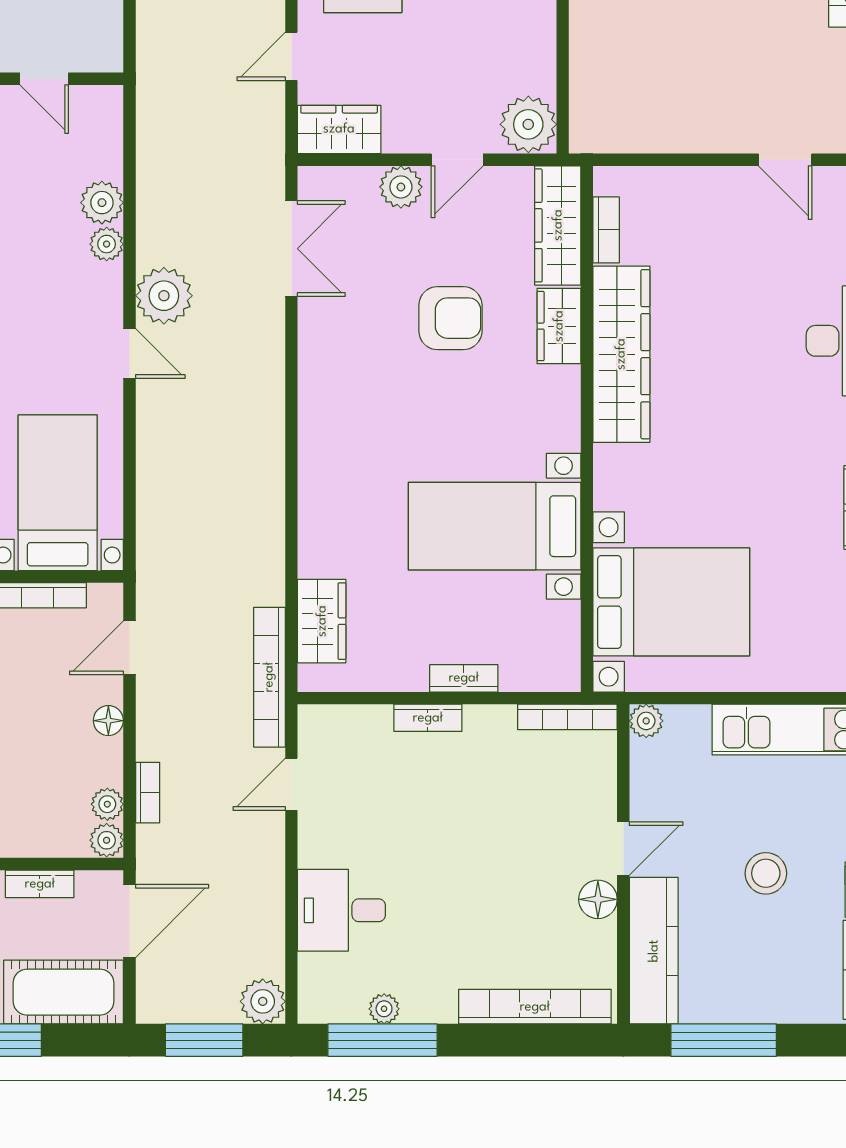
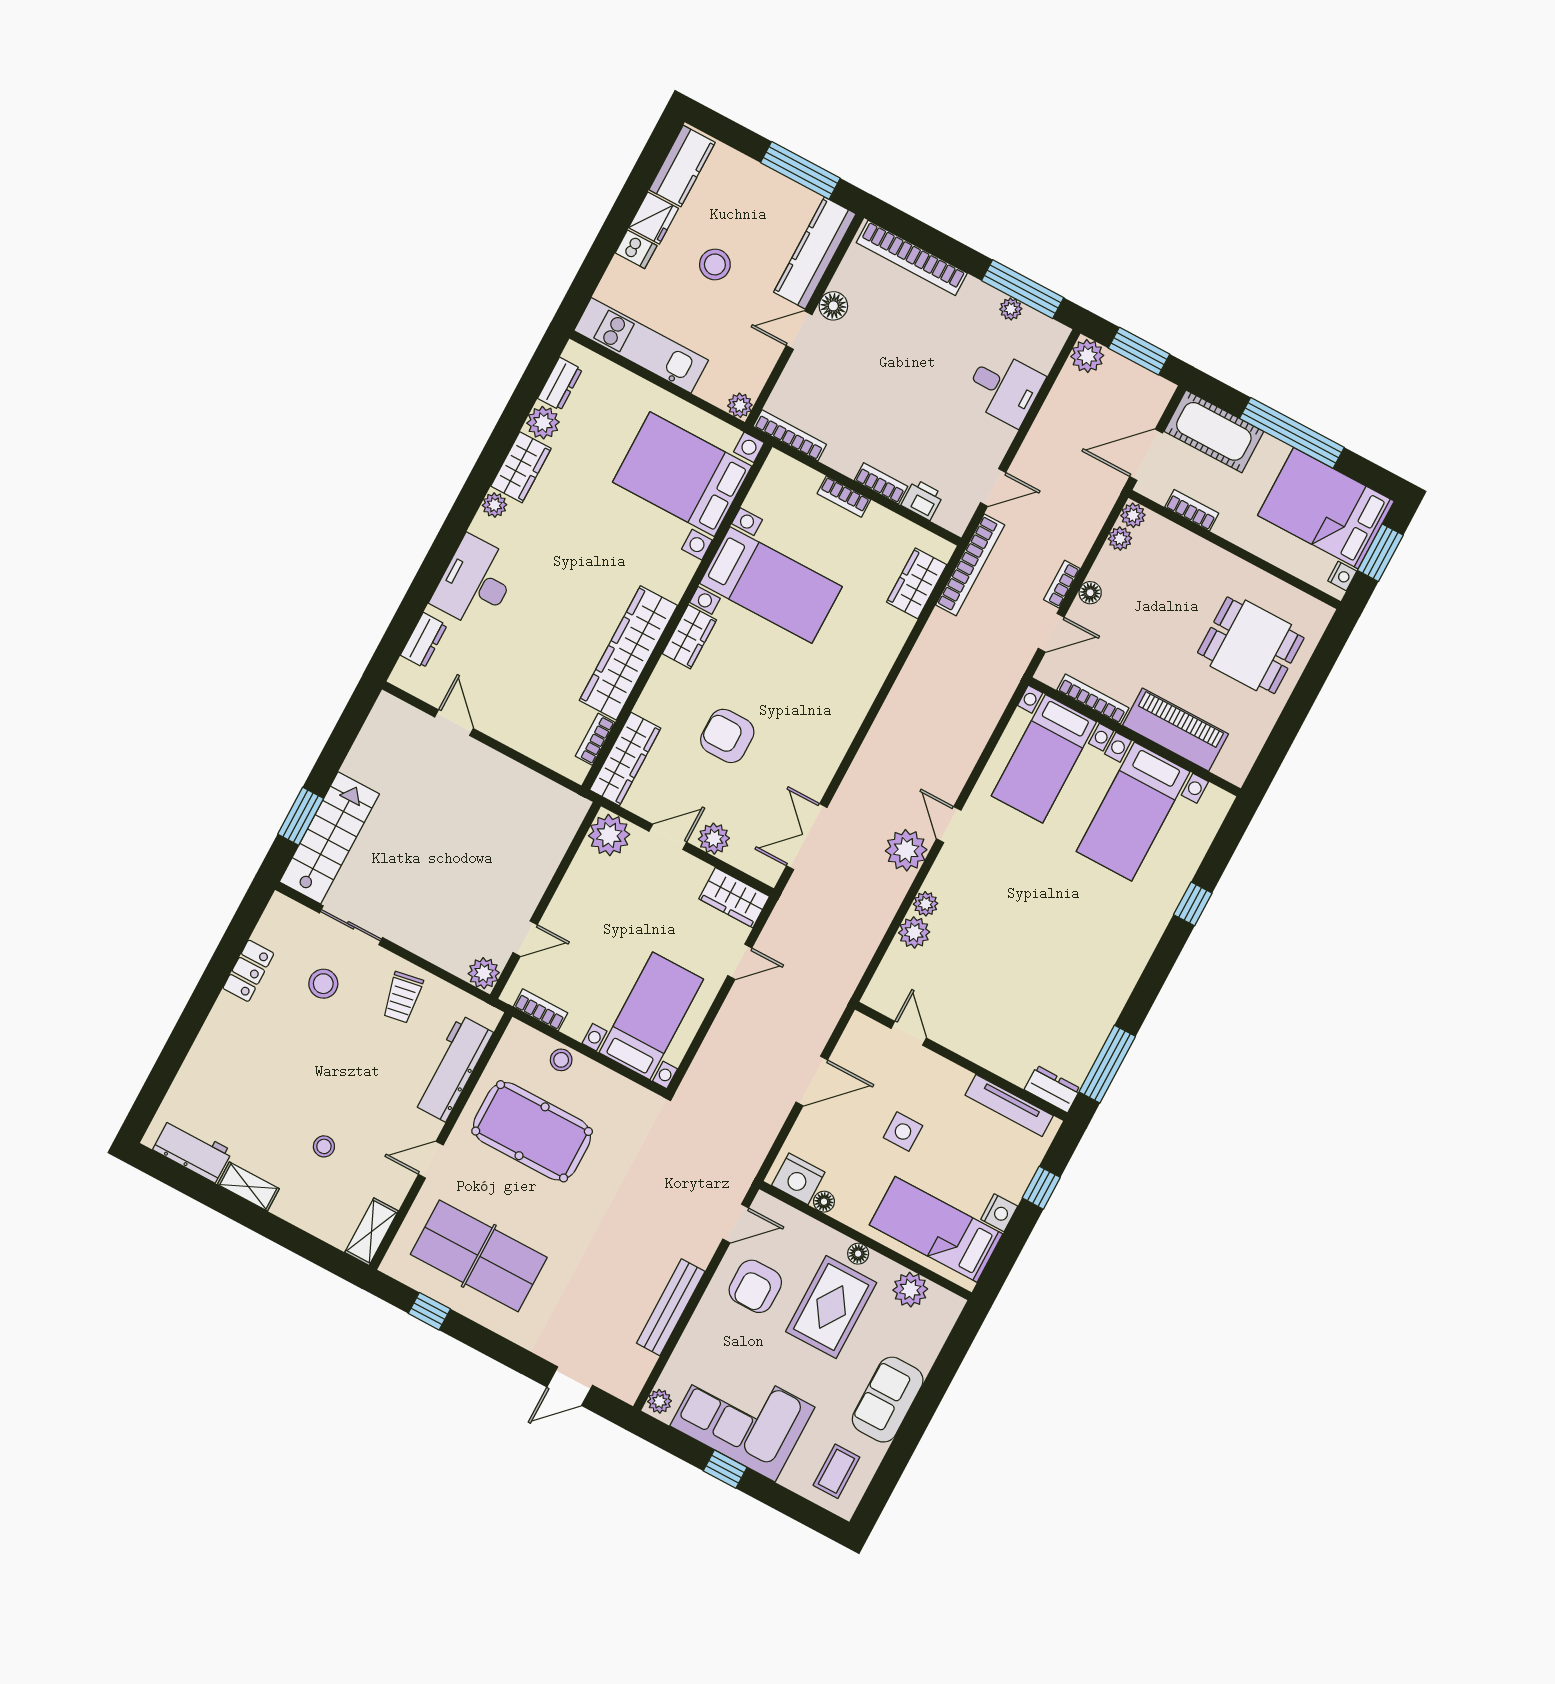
wardrobe: (559, 326) -> (689, 637), moved
printer: (368, 725) -> (922, 500), added
bookcase: (148, 793) -> (1062, 584), moved

